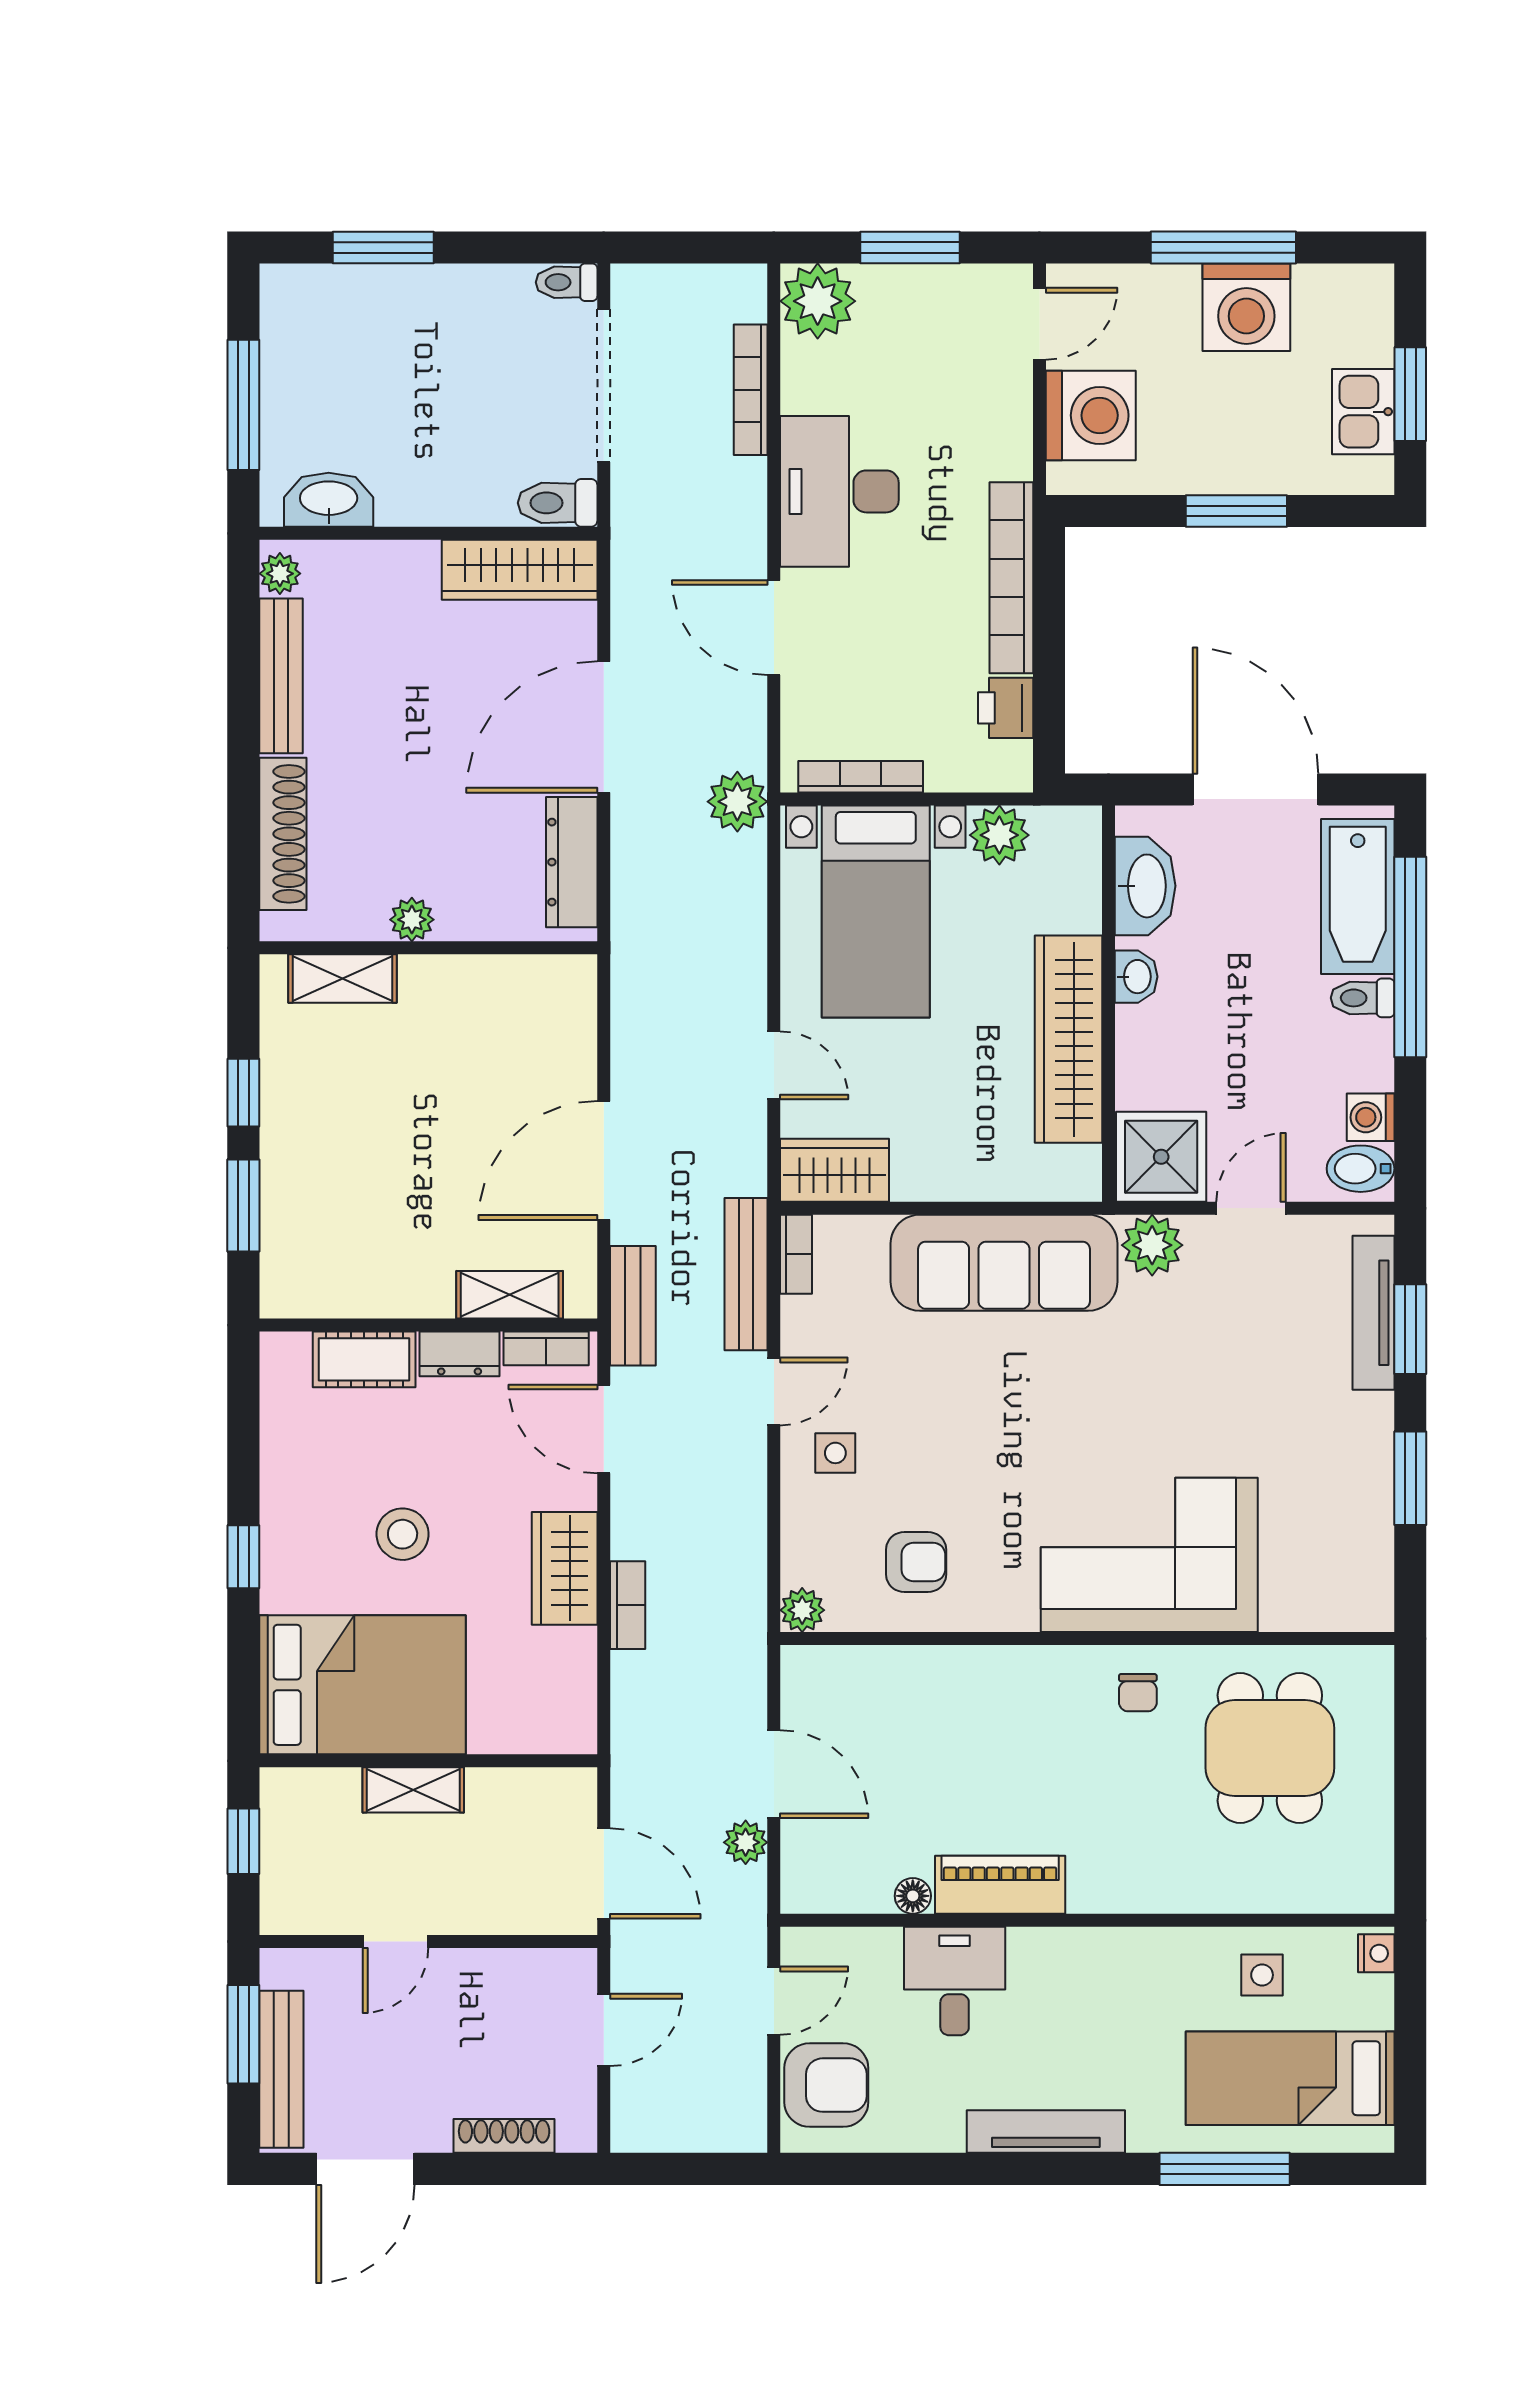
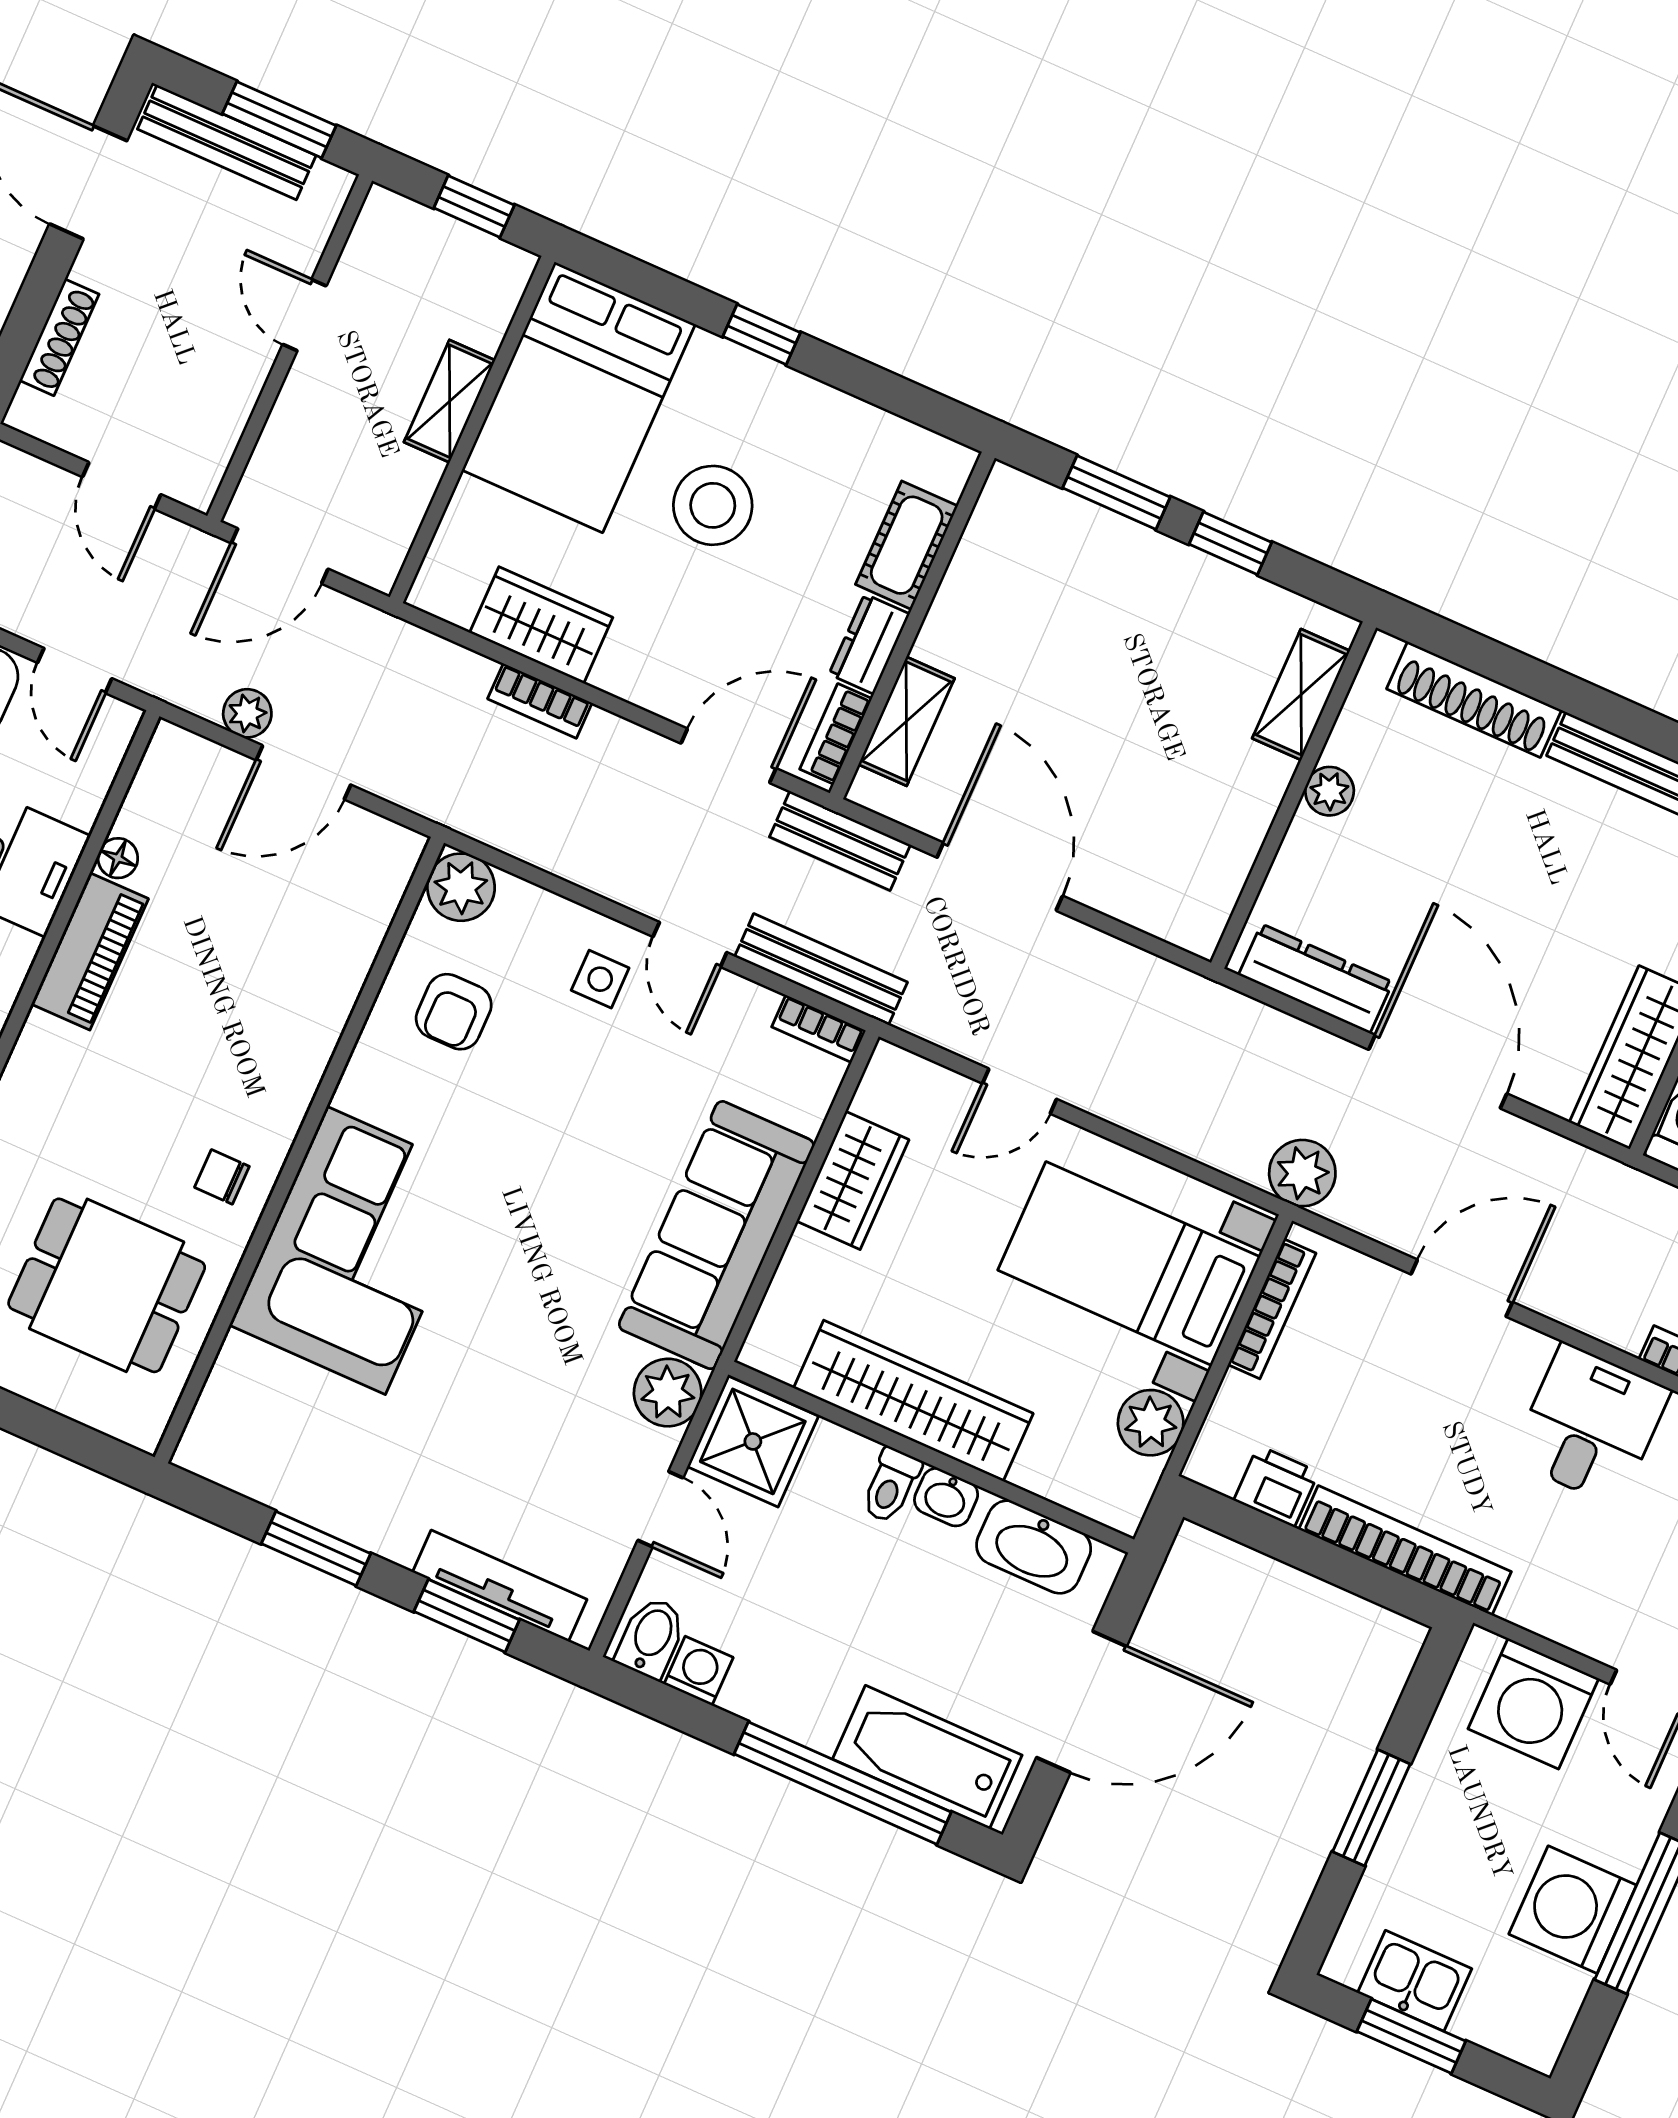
desk: (839, 491) -> (1590, 1425), width x0.73
toilet: (1363, 998) -> (891, 1485), moved, turned 180
wardrobe: (835, 1170) -> (853, 1180), moved
stool: (403, 1534) -> (713, 505), width x1.38, depth x1.38
wardrobe: (565, 1568) -> (541, 625), moved
plant: (802, 1610) -> (461, 887), width x1.38, depth x1.38

